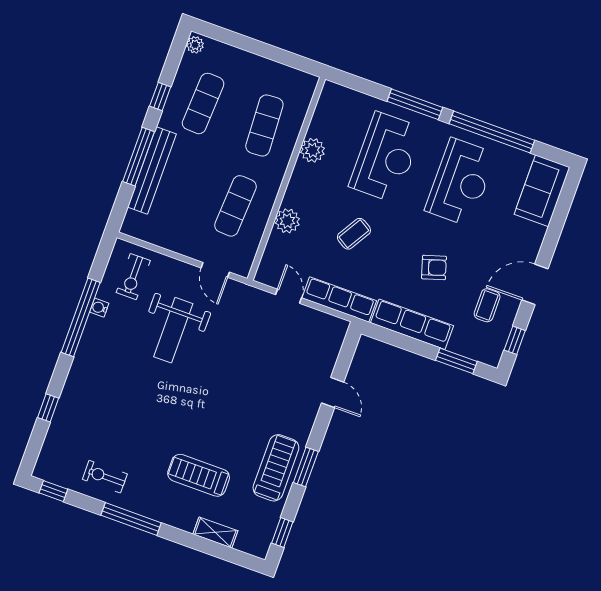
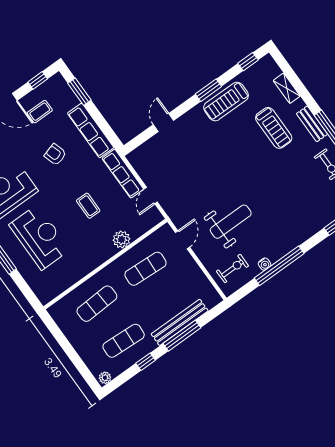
plant: (313, 150) -> (79, 270), removed
reception desk: (386, 157) -> (39, 237), turned 90
coffee table: (354, 234) -> (88, 206), turned 59
bench: (157, 511) -> (312, 124), added

